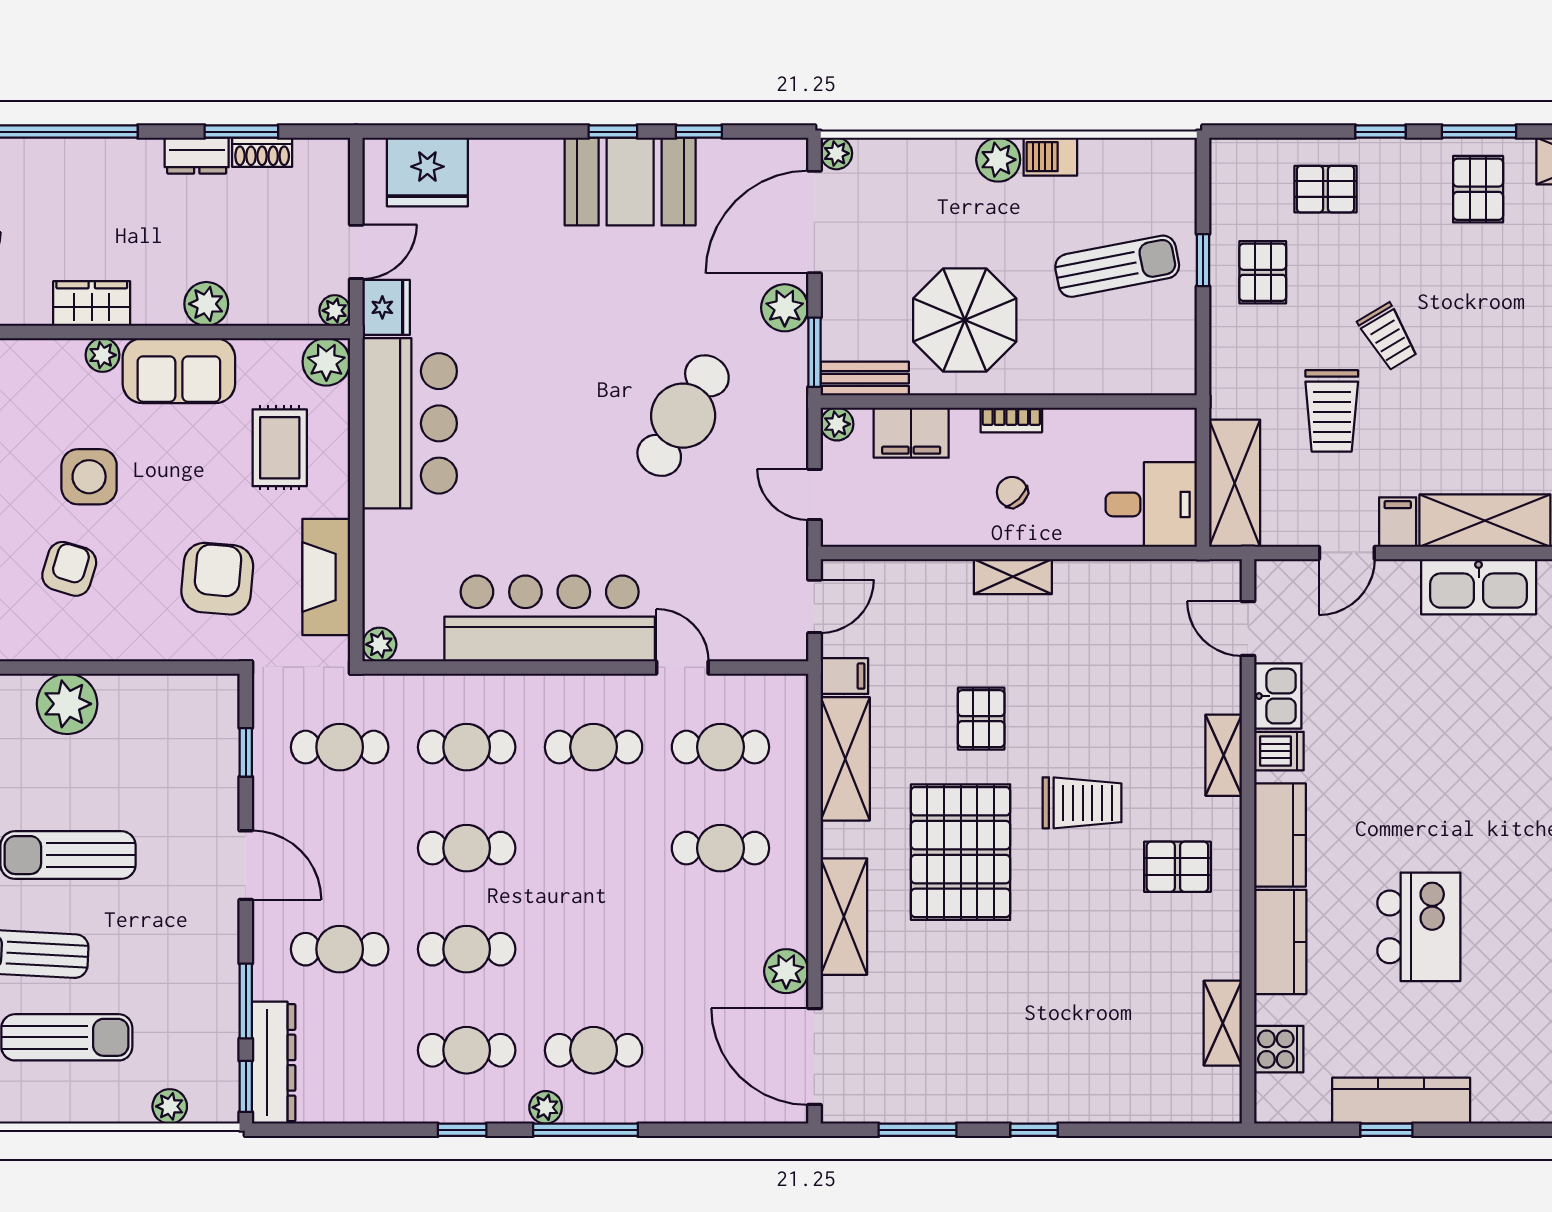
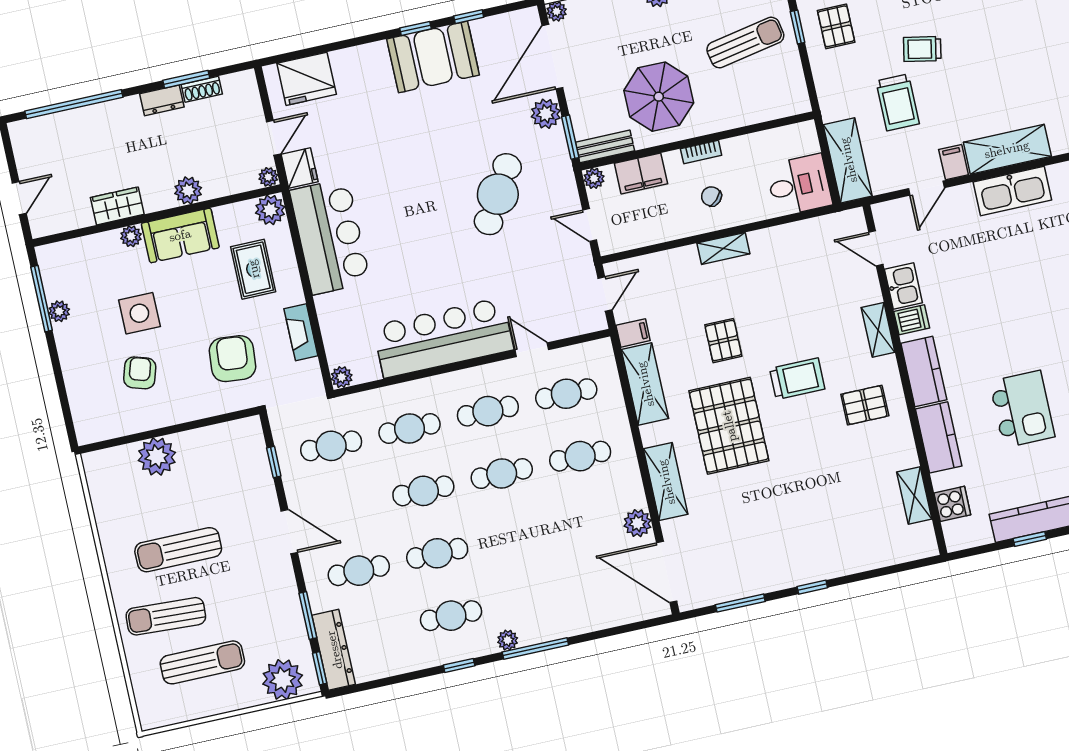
trolley: (1388, 337) -> (922, 49), turned 132
fireplace: (326, 577) -> (301, 332), width x0.73, depth x0.76
cafe table: (594, 1050) -> (502, 474), moved
plant: (170, 1106) -> (283, 680), width x1.87, depth x1.87

